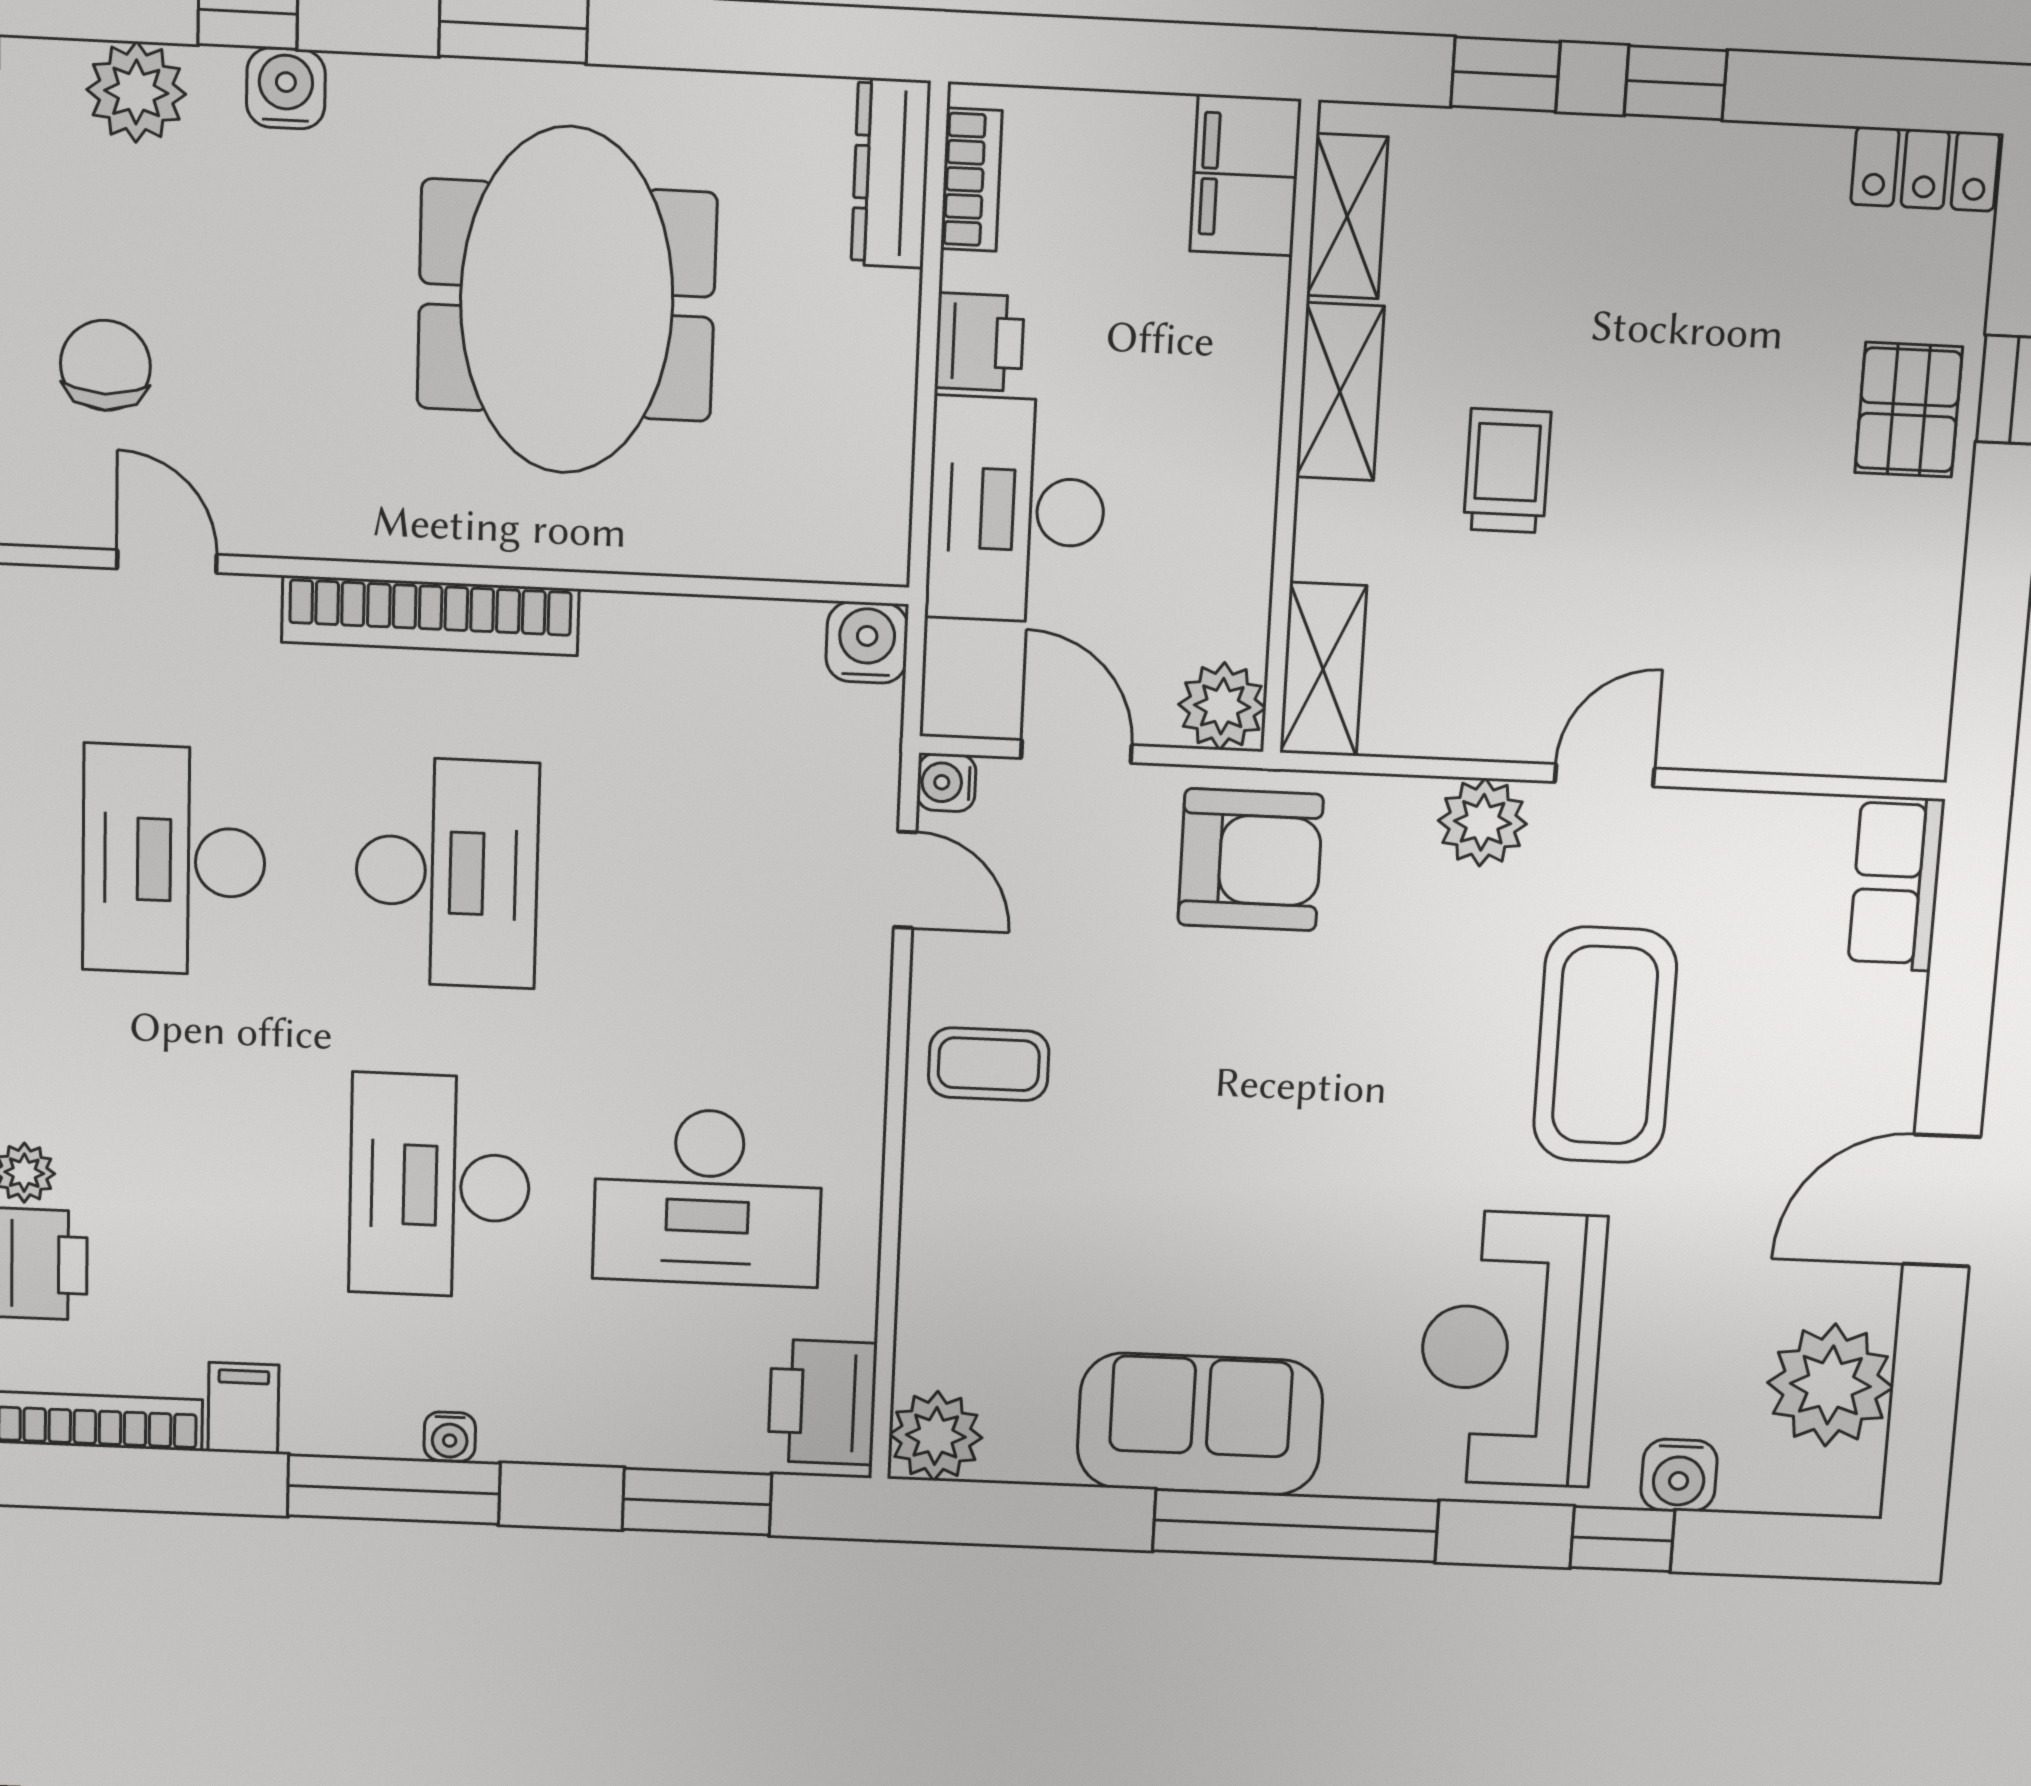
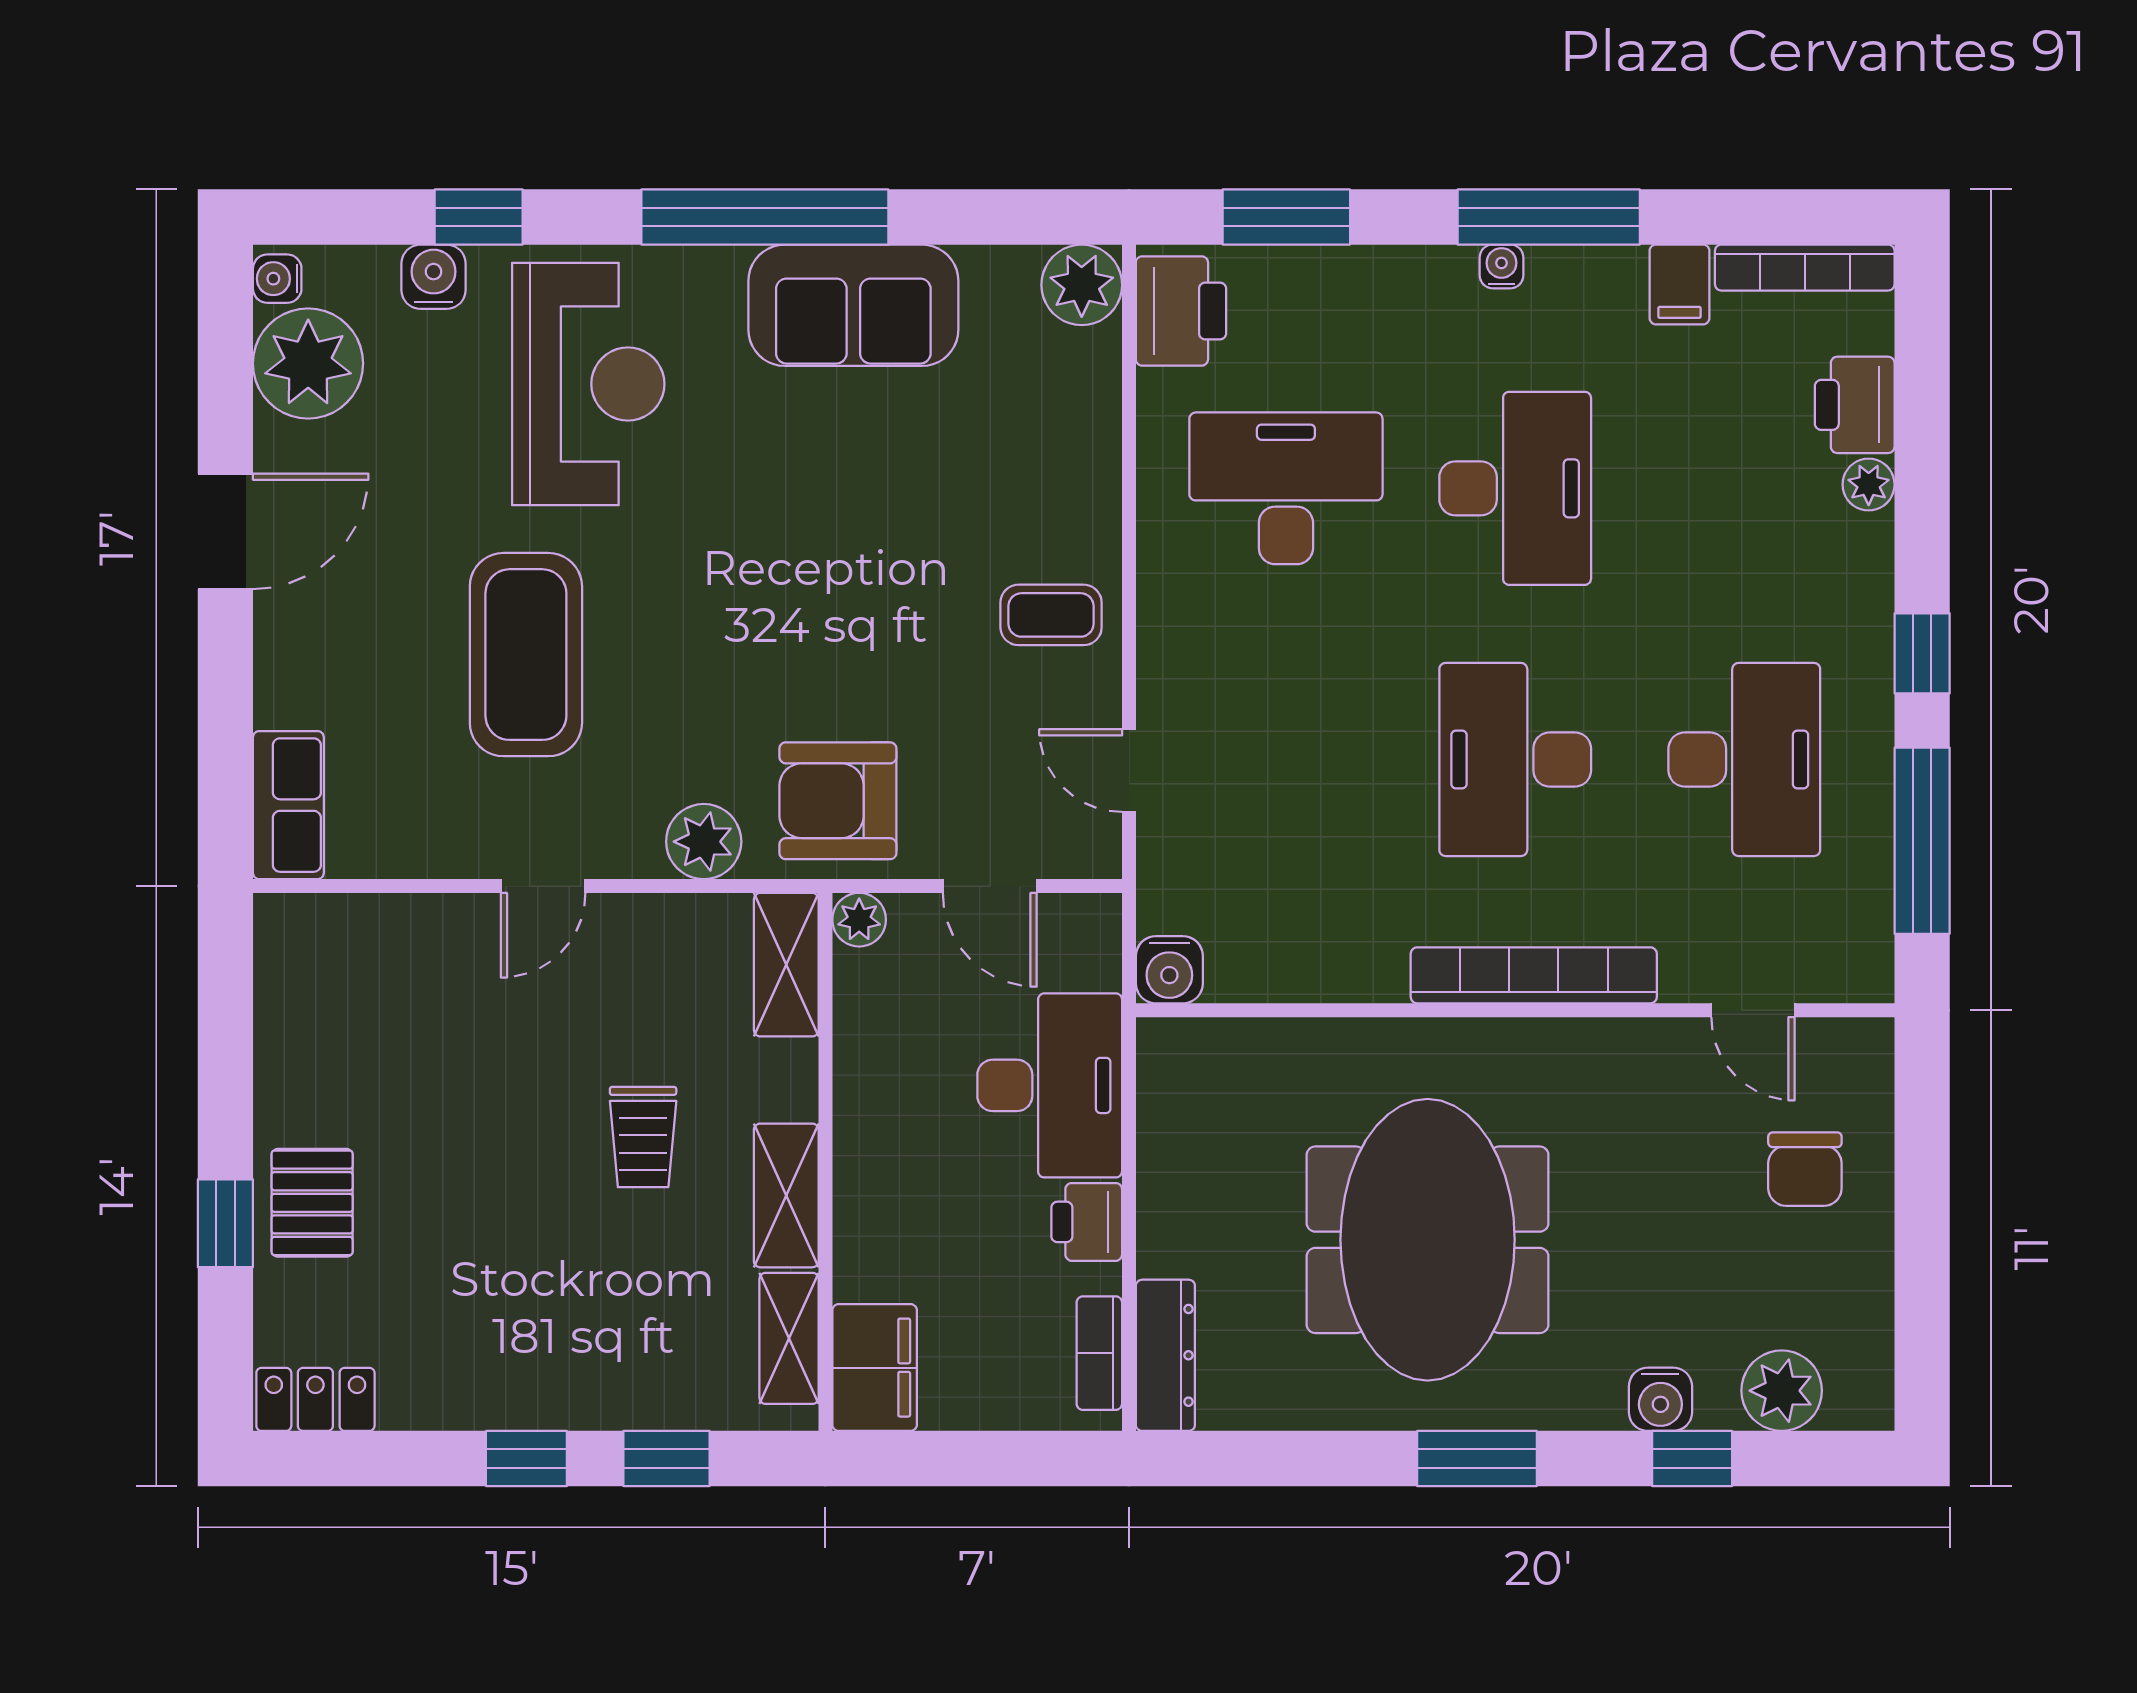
plant: (1222, 706) -> (859, 920), width x0.73, depth x0.73
water cooler: (946, 782) -> (277, 279), moved, turned 180
plant: (1482, 822) -> (704, 842), moved

